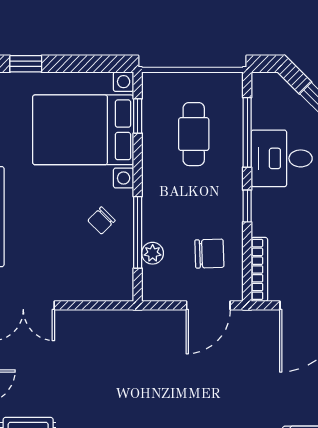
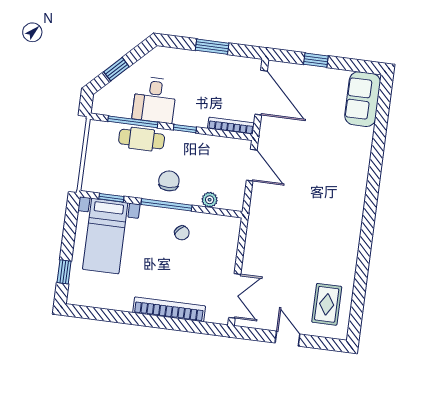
bed with nightstands: (83, 130) -> (105, 236), width x0.73
cafe table: (194, 134) -> (142, 139), moved
window: (138, 232) -> (167, 205), moved
chair: (209, 254) -> (169, 181), moved

